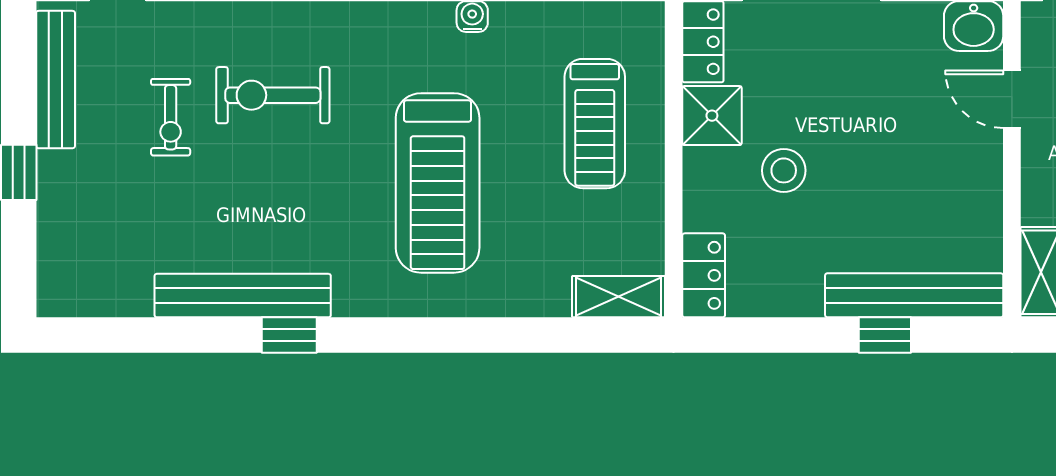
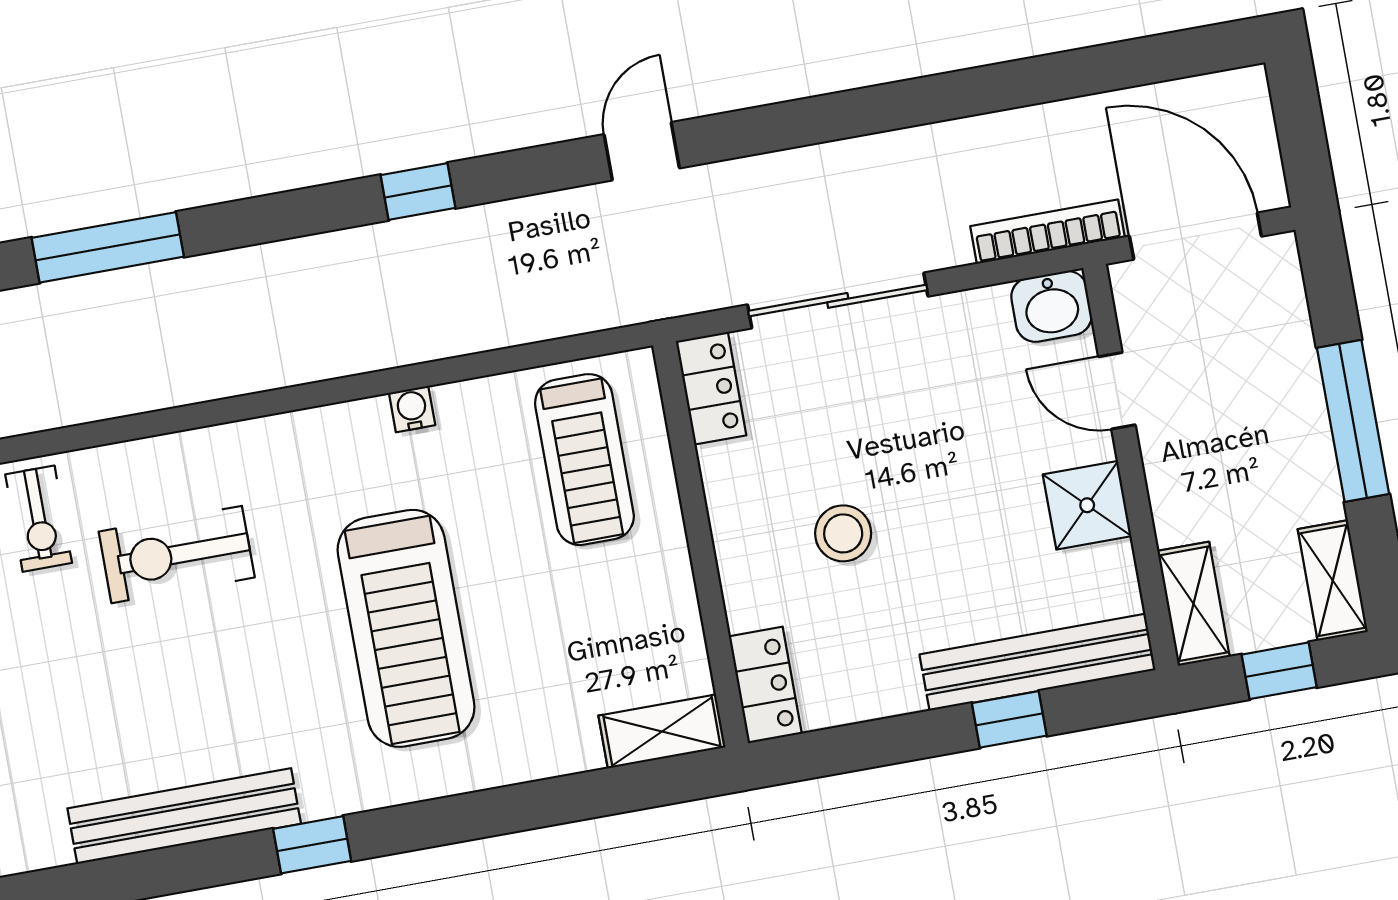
shower: (712, 116) -> (1087, 505), moved
exercise bike: (171, 117) -> (39, 519), moved
treadmill: (595, 124) -> (584, 460), moved
window: (289, 335) -> (312, 845), moved

